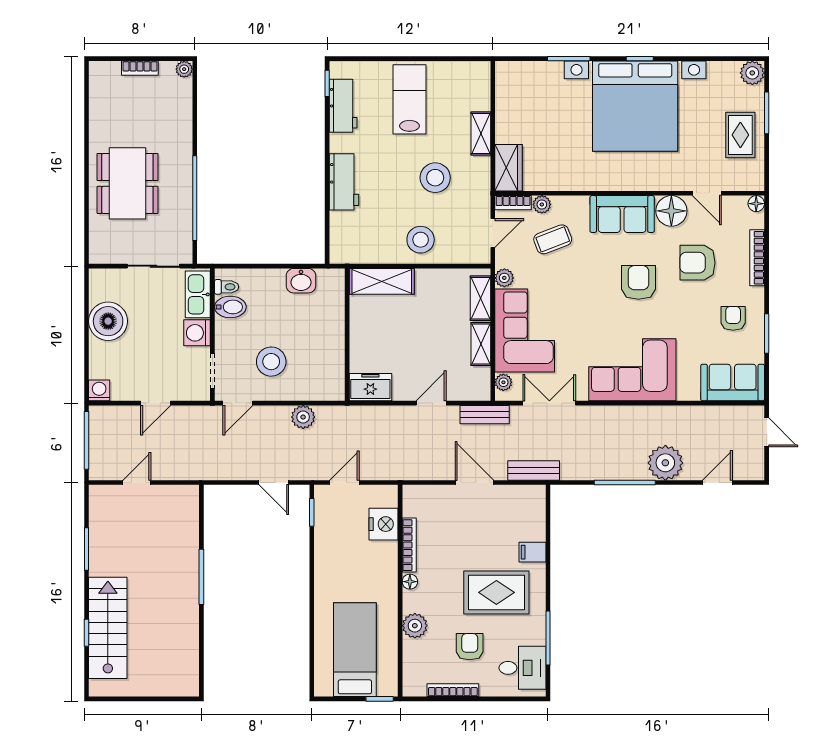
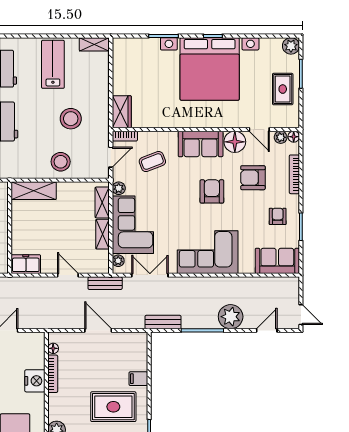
shelving: (481, 133) -> (94, 44), moved, turned 90
plant: (542, 204) -> (281, 137), moved
door: (431, 403) -> (68, 275), hinge flipped
door: (767, 432) -> (301, 315), moved
bench: (534, 470) -> (163, 322), moved
nightstand: (383, 524) -> (35, 381), moved
floor lamp: (410, 582) -> (53, 348), moved

